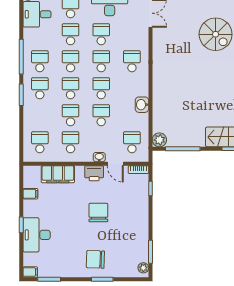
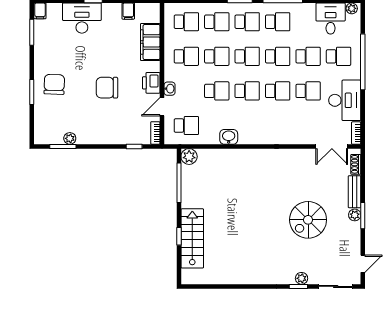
school desk: (132, 61) -> (217, 22), moved
chair: (98, 213) -> (107, 88), turned 180
plant: (143, 268) -> (70, 138), moved

